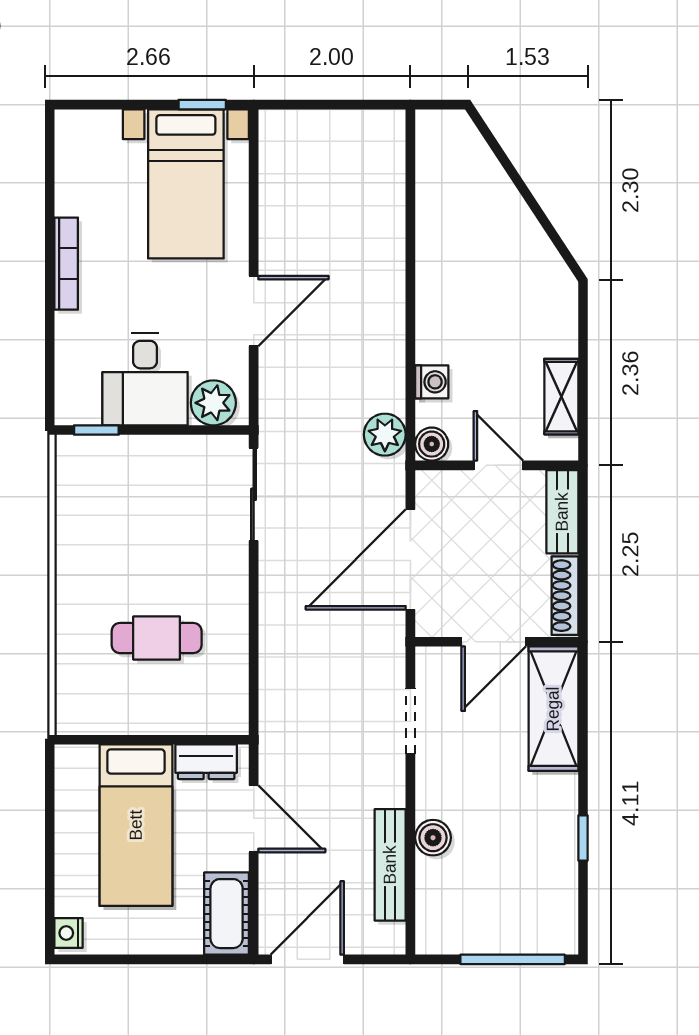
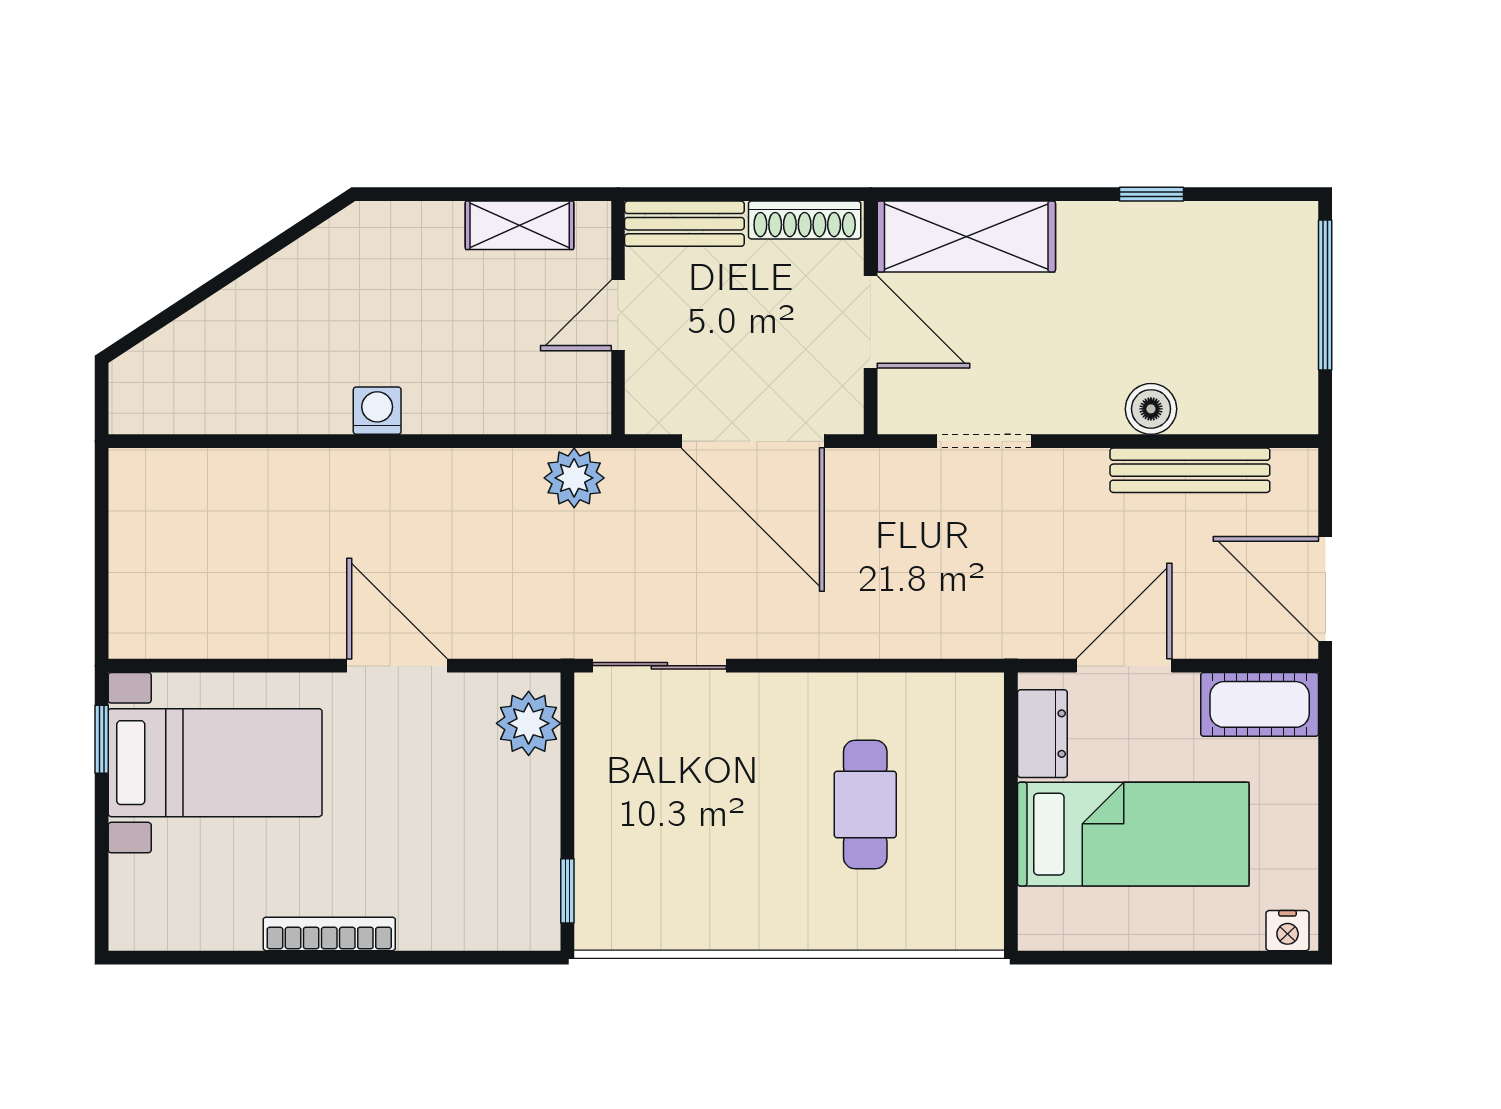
desk: (145, 379) -> (495, 821), removed
washing machine: (432, 382) -> (377, 411), moved
boiler: (432, 444) -> (588, 411), removed

